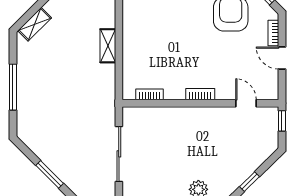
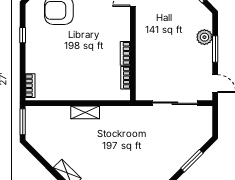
bookcase: (200, 94) -> (125, 53), moved

